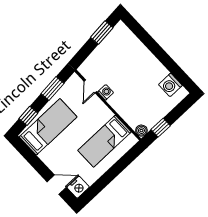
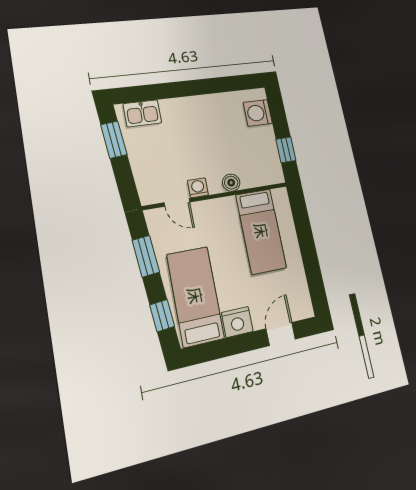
kitchen sink: (126, 37) -> (142, 113), added
washing machine: (170, 85) -> (258, 113), moved, turned 90
boiler: (141, 131) -> (231, 183), moved
nightstand: (78, 187) -> (237, 322), moved, turned 90

